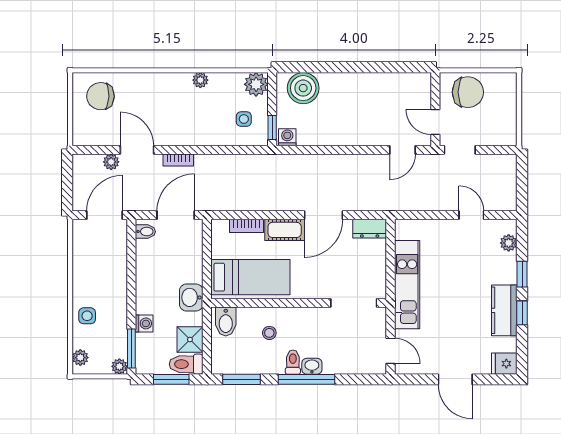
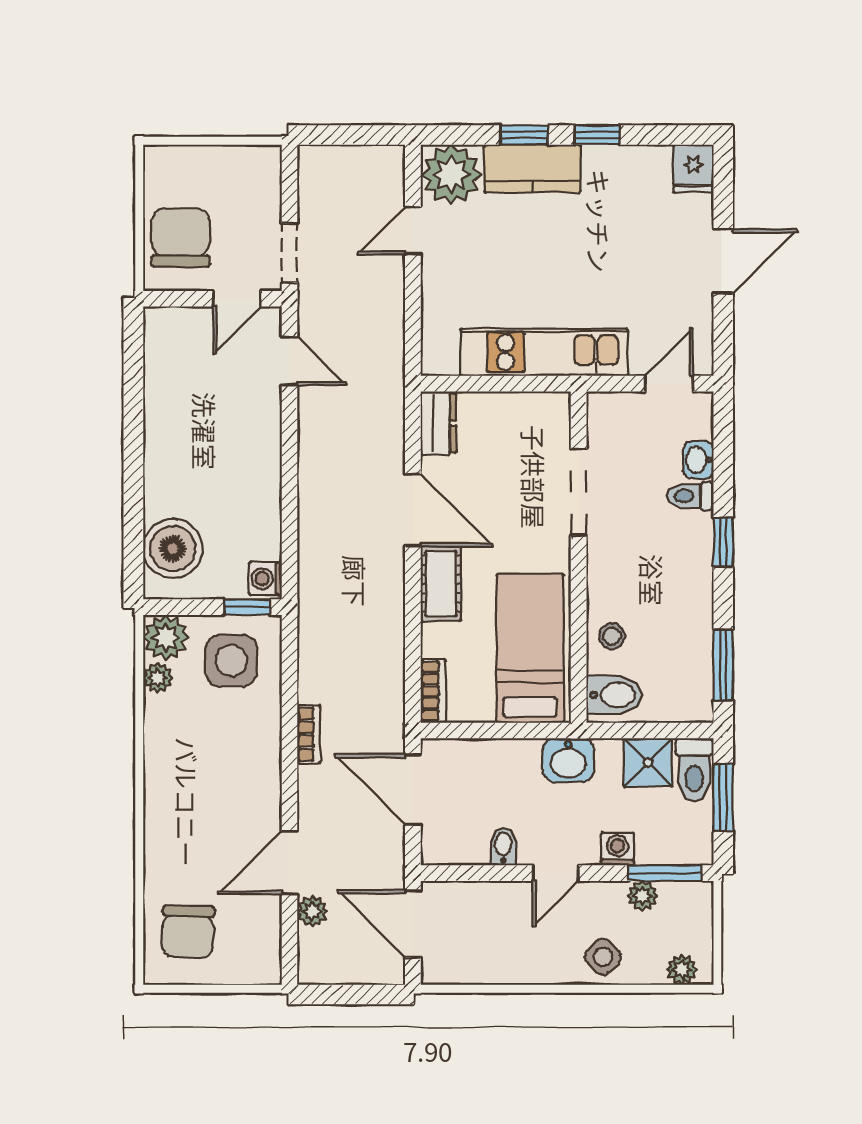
plant: (200, 80) -> (158, 678), moved
side table: (244, 119) -> (231, 661), width x1.87, depth x1.87
bookcase: (178, 160) -> (309, 734), moved
bookcase: (246, 226) -> (433, 691), moved
bidet: (145, 232) -> (503, 847), moved
plant: (509, 243) -> (451, 175), width x1.87, depth x1.87
door: (131, 291) -> (556, 873), added
doorway: (354, 303) -> (579, 492), moved
kitchen counter: (504, 310) -> (532, 169), moved
side table: (87, 316) -> (603, 957), turned 45
stool: (269, 333) -> (612, 636), moved
toilet: (293, 362) -> (690, 496), moved
plant: (119, 366) -> (643, 896), moved
washbasin: (312, 366) -> (698, 460), moved
window: (306, 379) -> (723, 542), width x0.46

